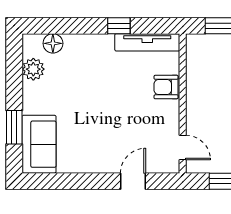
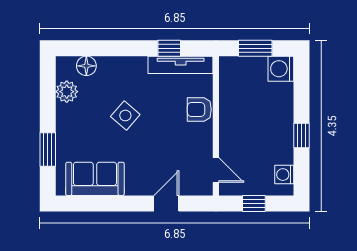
window: (119, 26) -> (169, 48), moved
side table: (92, 93) -> (125, 115), added
sofa: (39, 144) -> (95, 179), moved, turned -90

